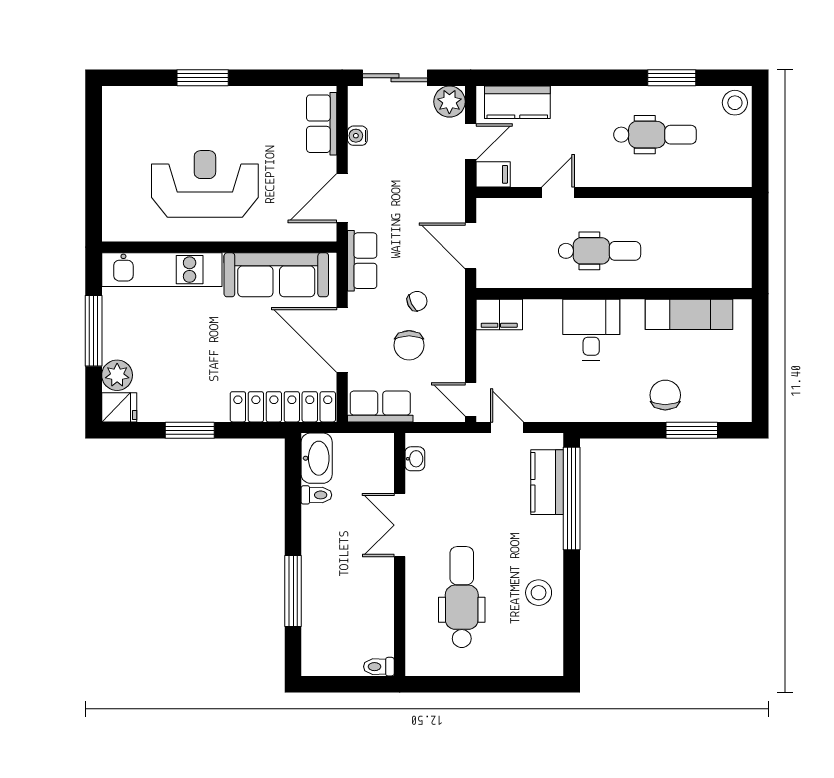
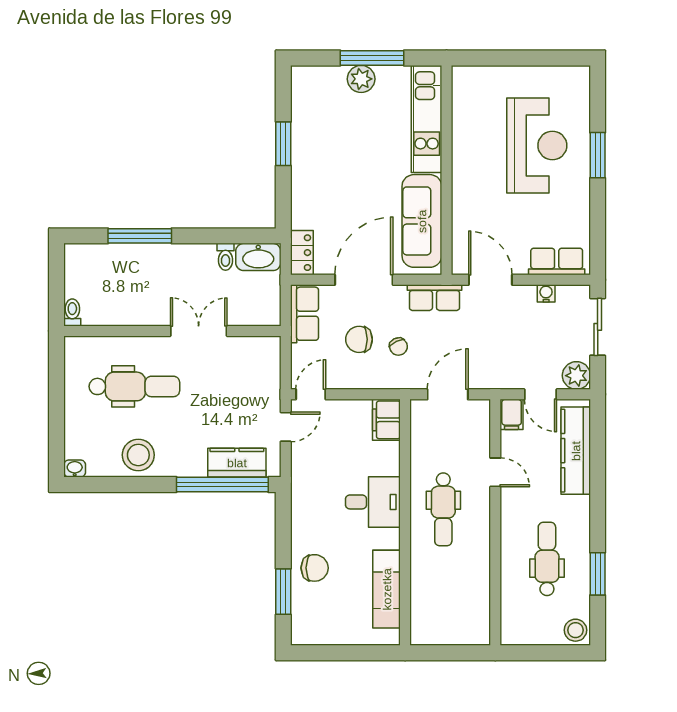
kitchen counter: (517, 102) -> (576, 451), width x1.50
dental chair: (655, 135) -> (547, 559), turned 180
reception desk: (205, 184) -> (537, 146), moved
plant: (117, 375) -> (361, 79), moved
fridge: (119, 407) -> (304, 81), removed
locker: (283, 407) -> (302, 253), width x0.46, depth x0.83
washbasin: (415, 459) -> (75, 468), moved, turned 180
stool: (539, 593) -> (138, 455), width x1.38, depth x1.38

